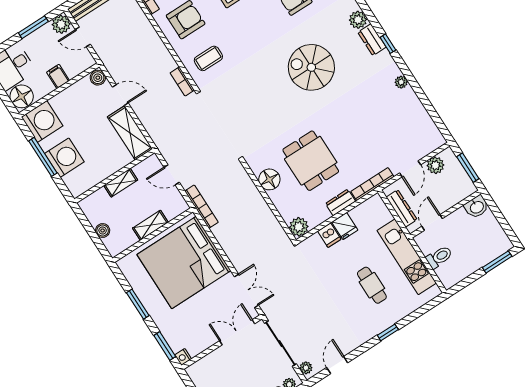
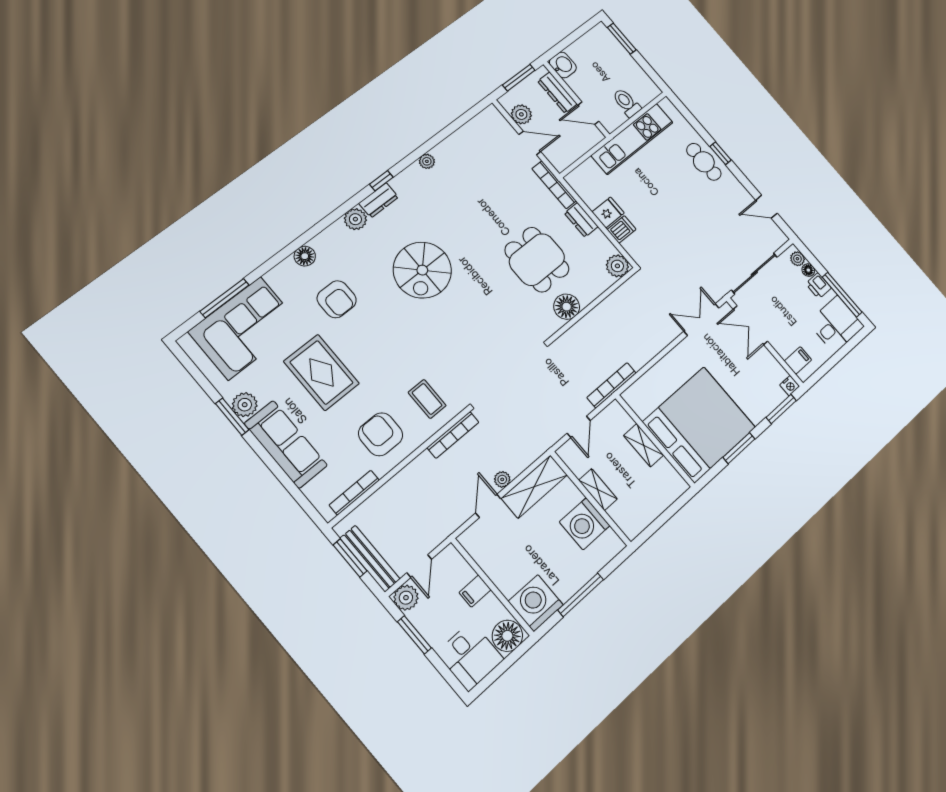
boiler: (98, 78) -> (470, 538), removed
bookcase: (182, 81) -> (453, 435), width x1.56
washing machine: (64, 158) -> (585, 524), moved, turned -90
dining table: (311, 161) -> (537, 260), turned 90
dresser: (402, 208) -> (557, 93), moved, turned -90
boiler: (103, 230) -> (659, 504), removed
bed: (184, 263) -> (699, 425), moved, turned -90
cafe table: (372, 285) -> (704, 162), moved, turned 90
filing cabinet: (203, 368) -> (798, 360), added
plant: (306, 368) -> (502, 479), moved

